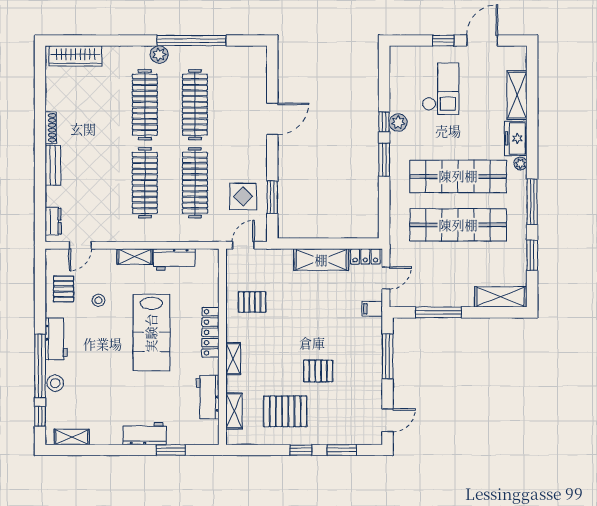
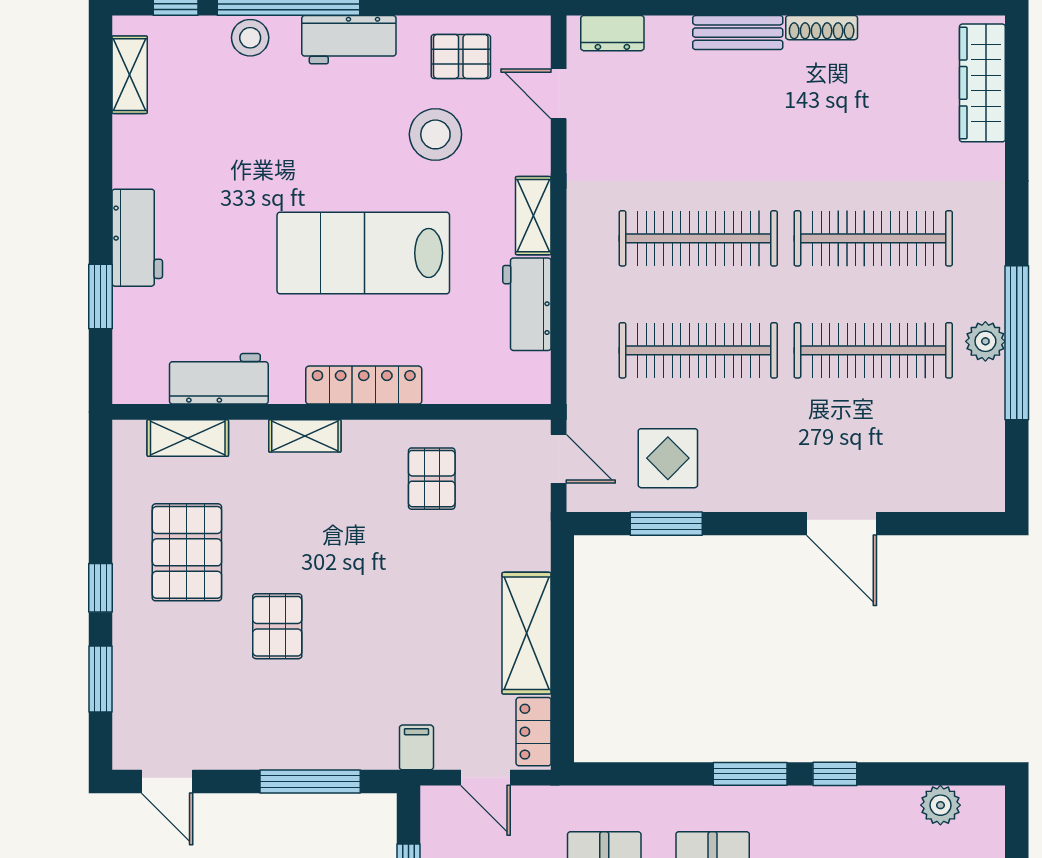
plant: (159, 55) -> (985, 341), moved
plant: (398, 123) -> (940, 805), moved
stool: (98, 300) -> (435, 134), width x1.89, depth x1.89

